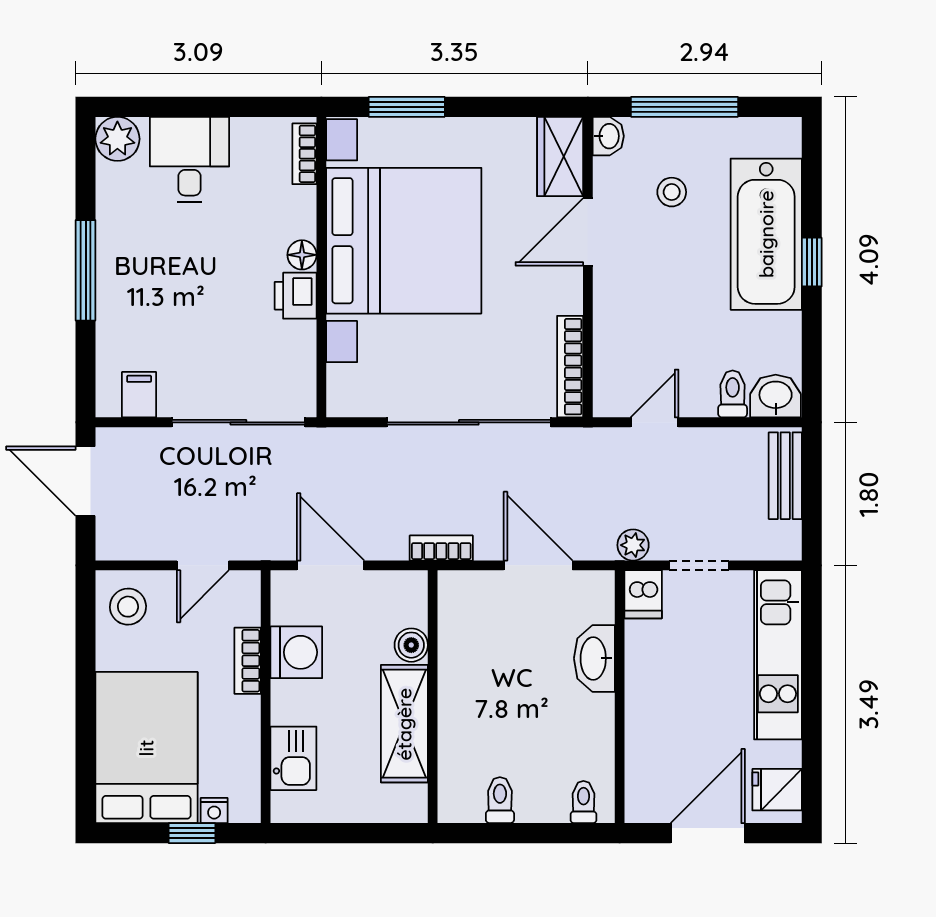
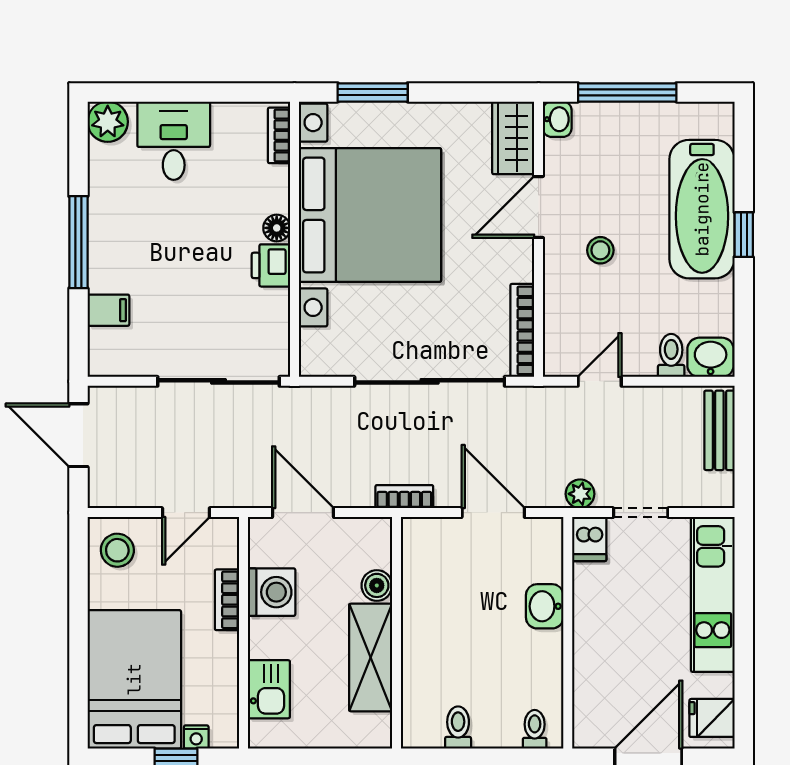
stool: (672, 192) -> (600, 250), moved
filing cabinet: (139, 395) -> (108, 310), moved, turned 90
washbasin: (594, 658) -> (545, 606), width x0.72

